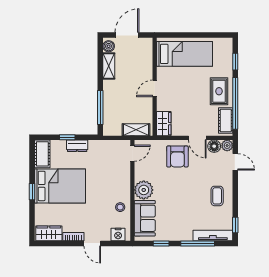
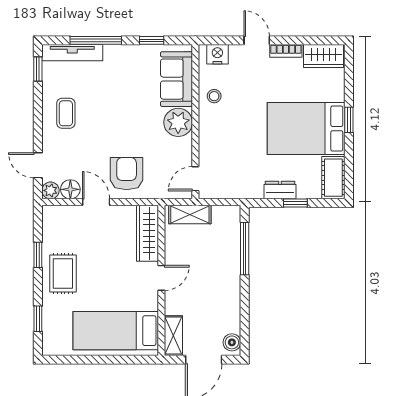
shelving: (109, 66) -> (173, 336), moved
window: (235, 103) -> (38, 255), width x0.32
cot: (226, 121) -> (53, 229), removed
wardrobe: (164, 124) -> (147, 233), width x1.50

